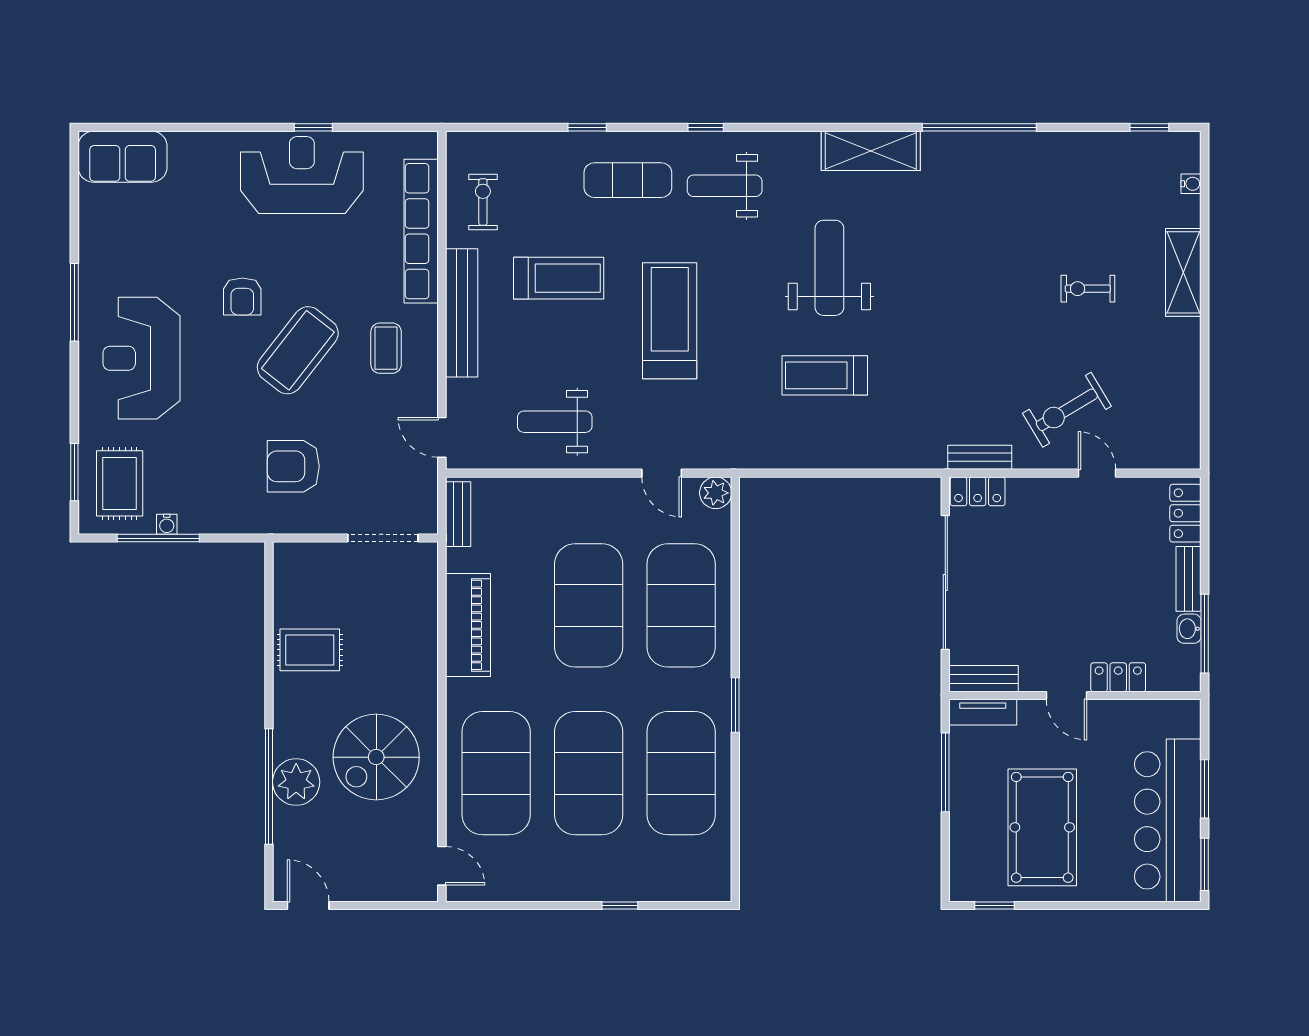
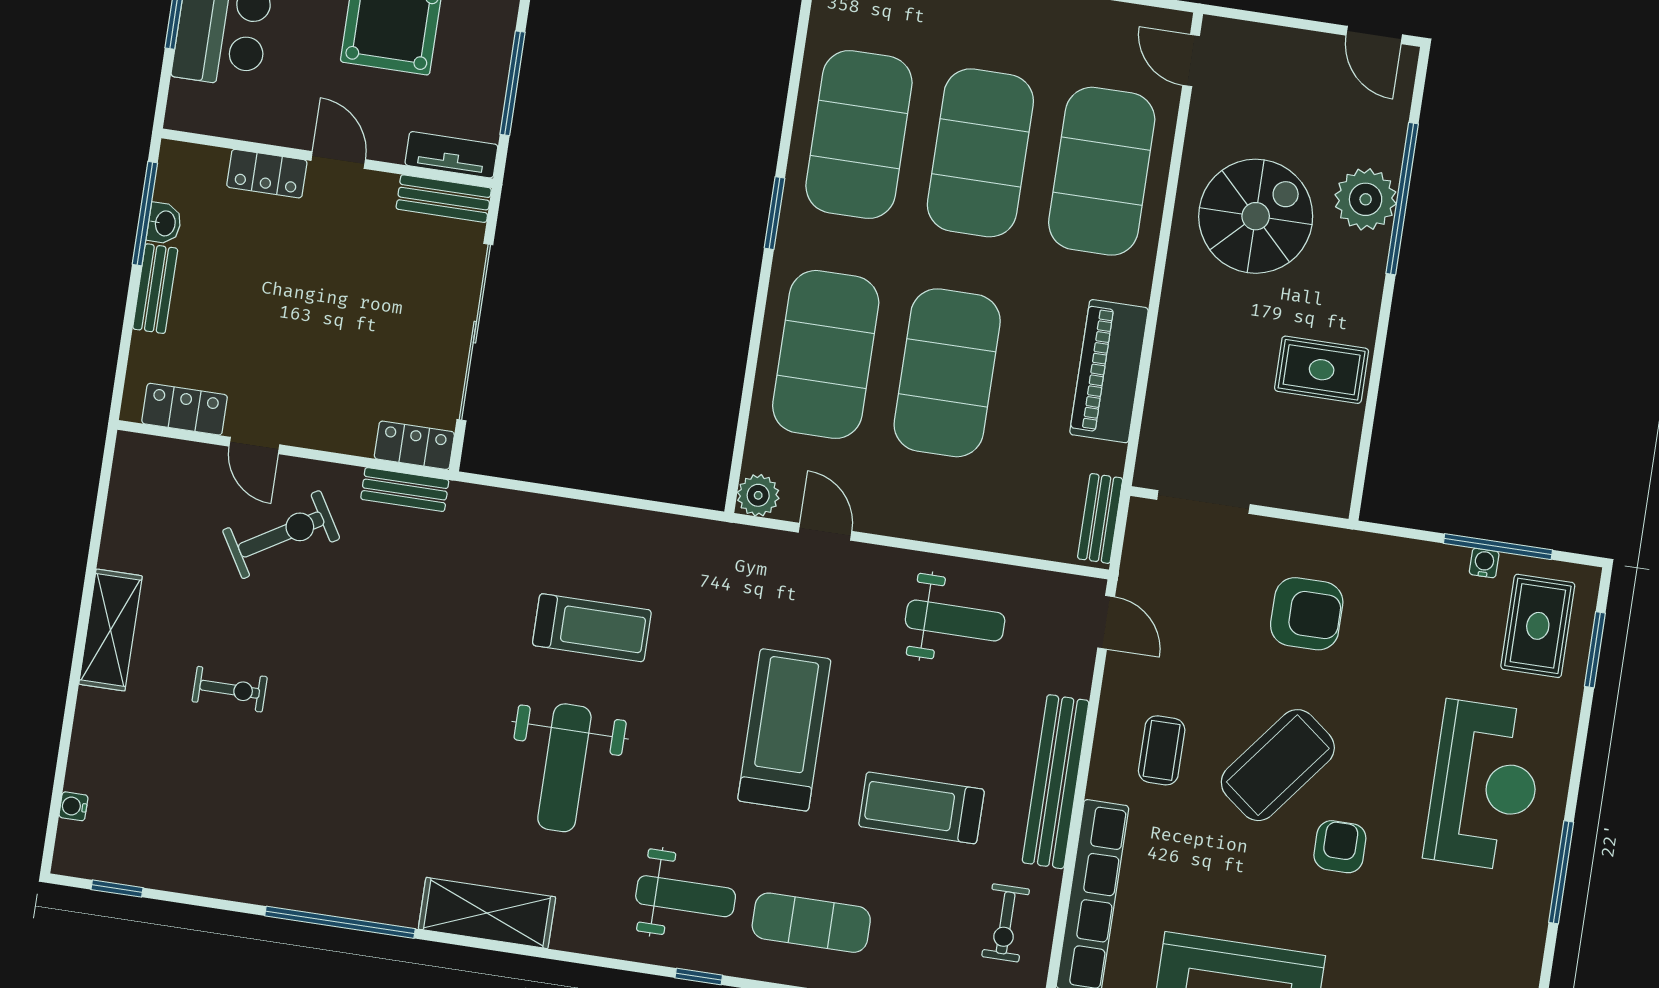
shelving: (1183, 272) -> (111, 630), moved
treadmill: (670, 321) -> (784, 730), turned 180
locker: (1185, 513) -> (185, 409), moved, turned -90

